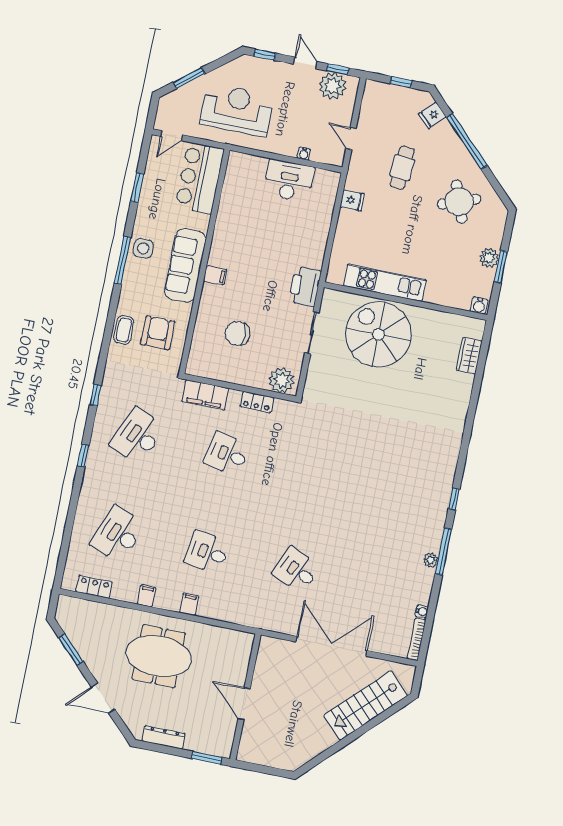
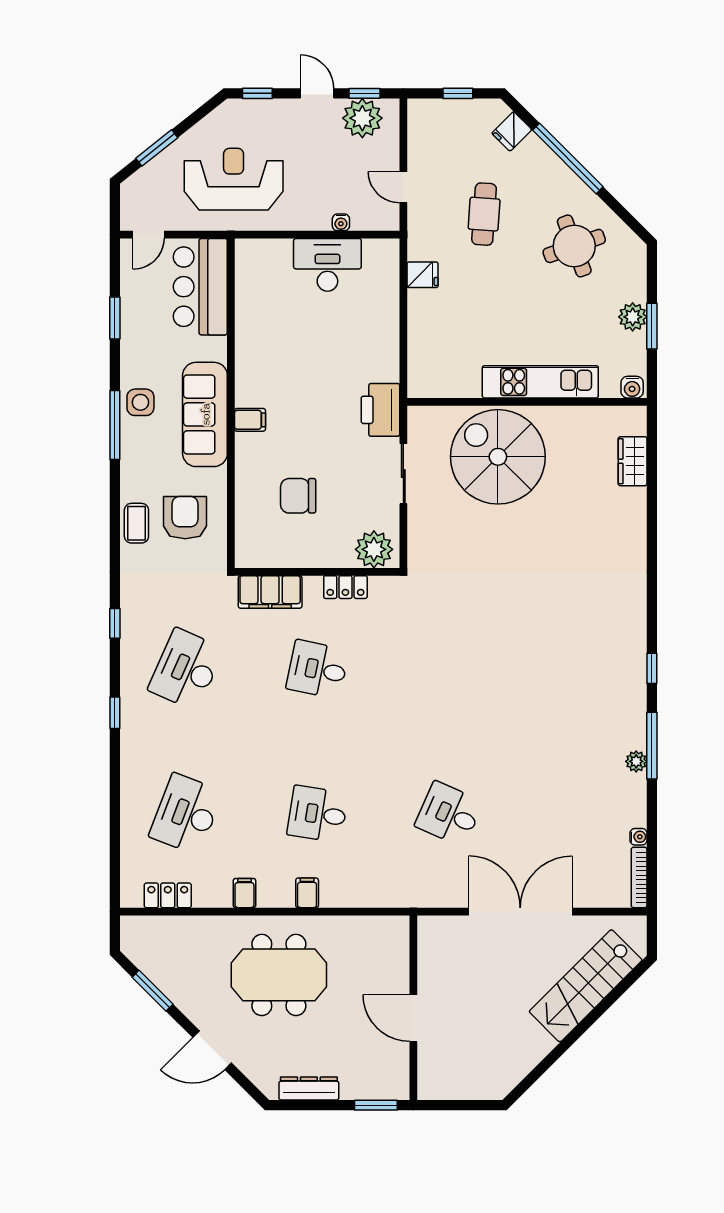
kitchen unit: (385, 283) -> (540, 382), moved

